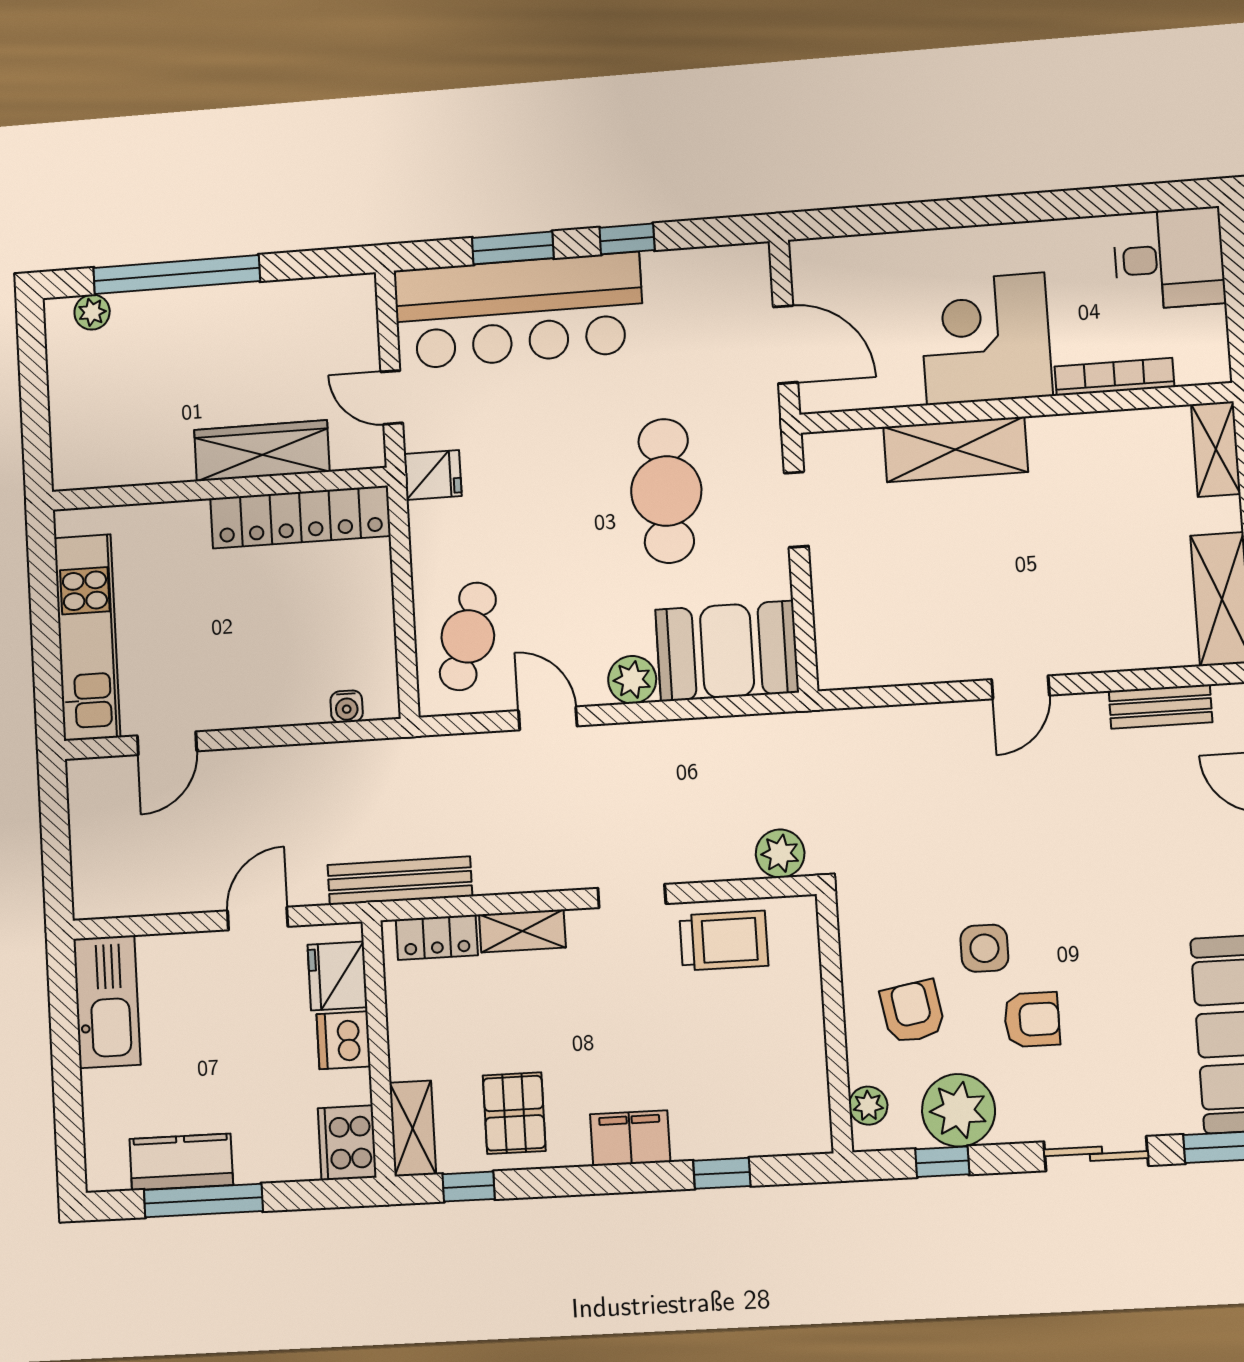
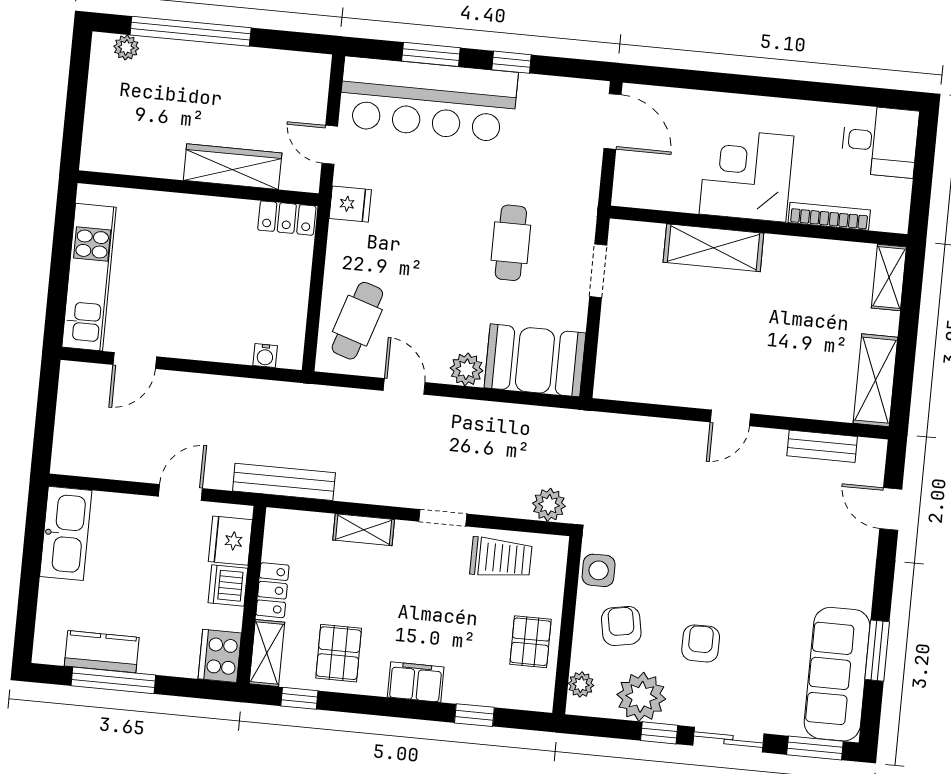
door: (786, 345) -> (613, 121), moved
cafe table: (666, 491) -> (511, 243), width x0.73, depth x0.74
locker: (300, 517) -> (287, 218), width x0.46, depth x0.83
locker: (437, 937) -> (273, 590), moved, turned -90
side table: (984, 948) -> (599, 570), moved
armchair: (1032, 1020) -> (701, 643), turned -90
pallet: (785, 1055) -> (531, 642), added
window: (942, 1162) -> (659, 733), moved

